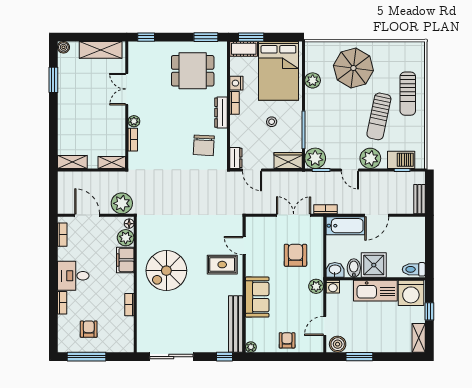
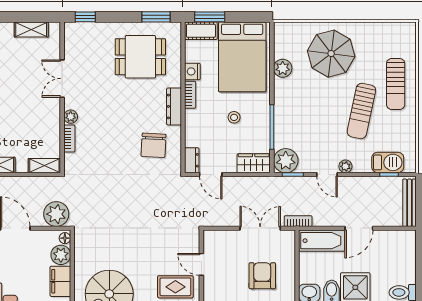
shelving: (101, 50) -> (31, 29), width x0.67, depth x0.75
plant: (370, 158) -> (345, 166), width x0.53, depth x0.53
bench: (419, 199) -> (409, 203), width x1.36

